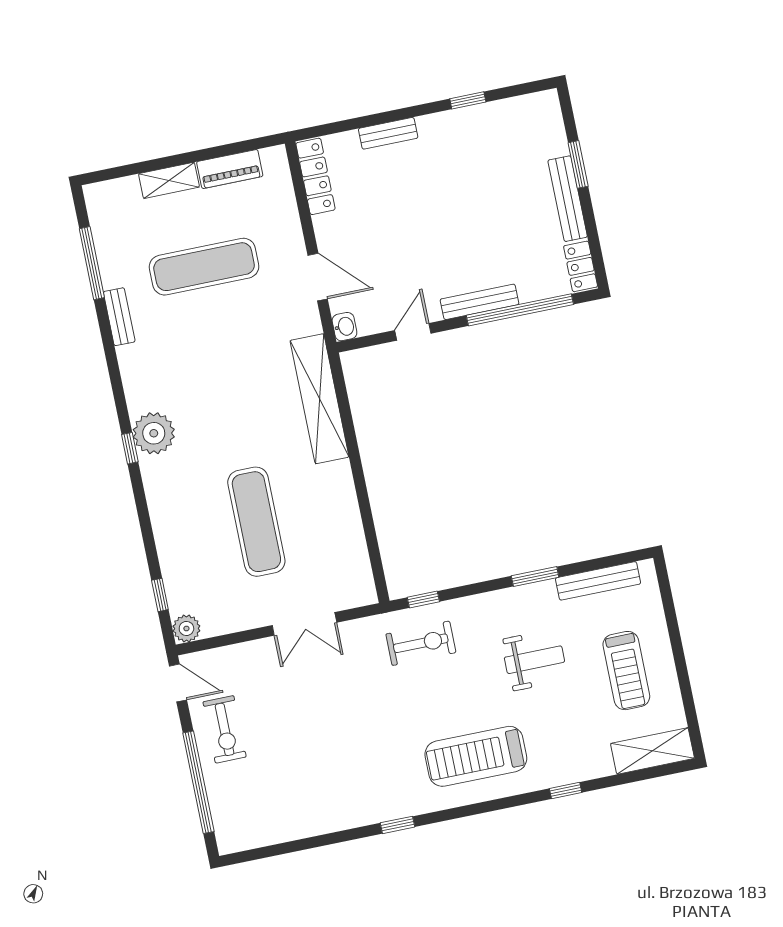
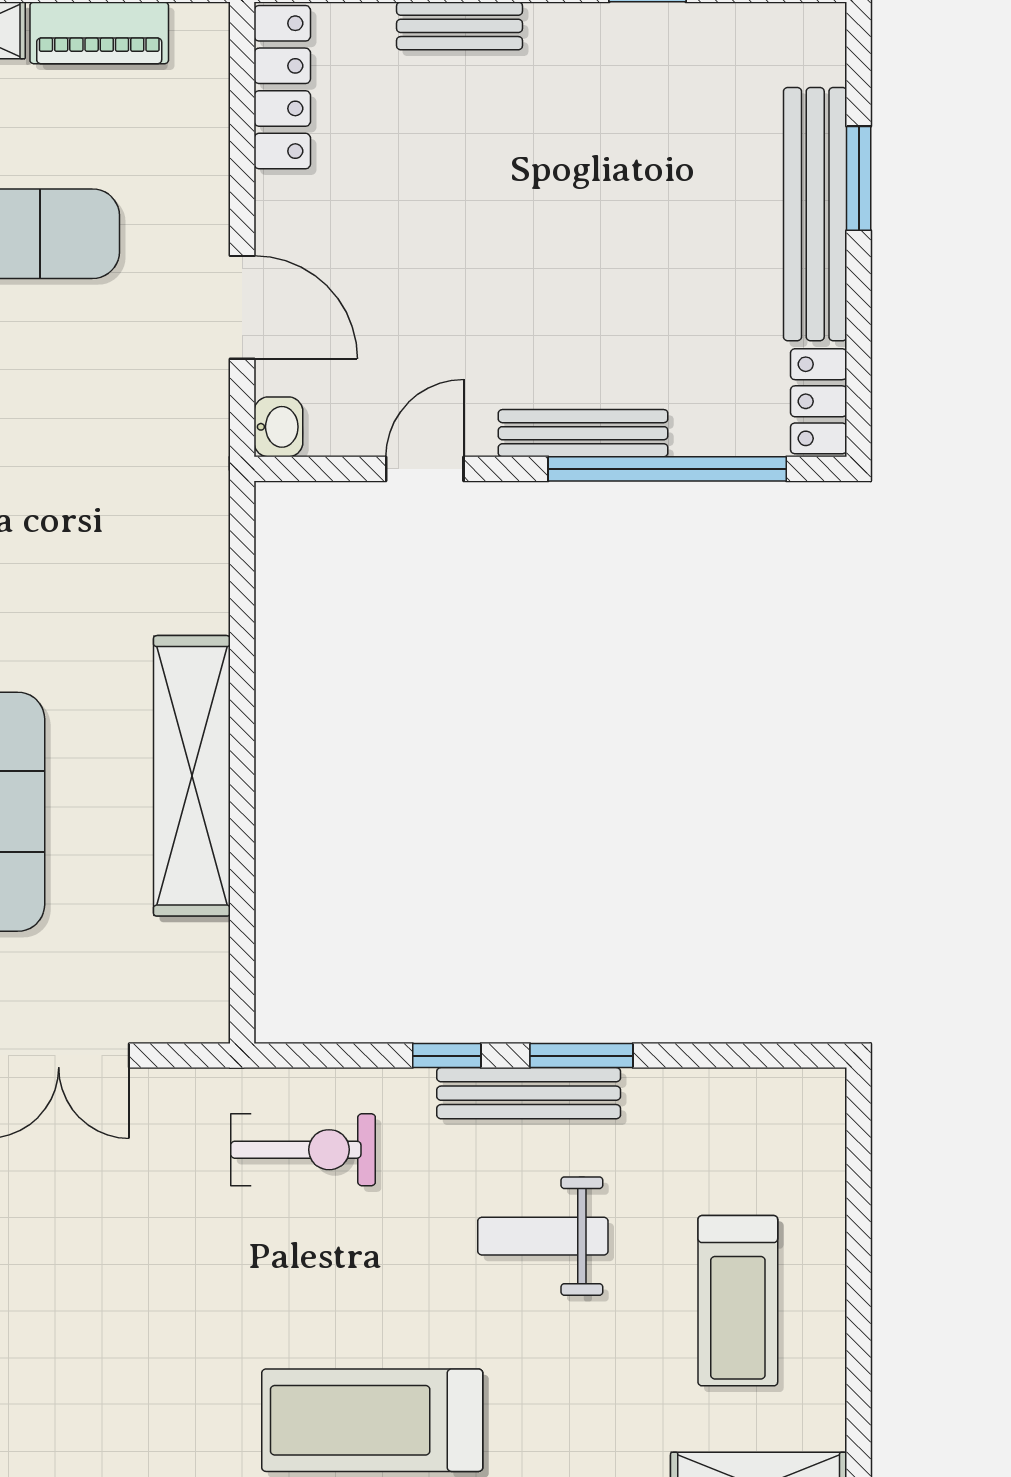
bench: (568, 199) -> (815, 214), width x1.37, depth x1.21
shelving: (320, 399) -> (192, 776), moved
bench: (598, 581) -> (529, 1093), moved
window: (423, 599) -> (447, 1056), moved
weight bench: (534, 660) -> (543, 1236), turned 180

